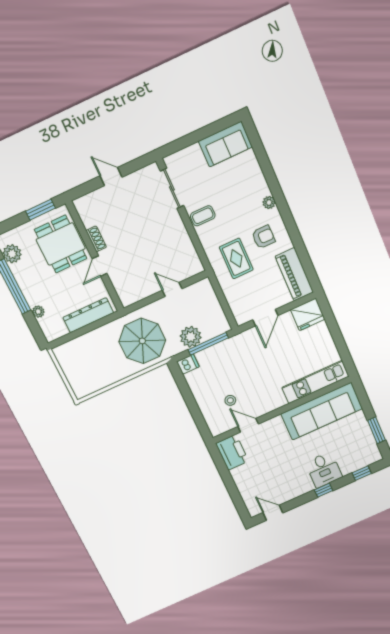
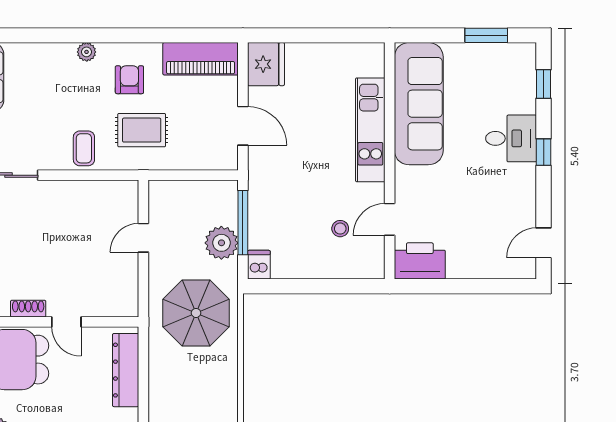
coffee table: (203, 216) -> (84, 148), moved
kitchen unit: (315, 382) -> (370, 130), moved

